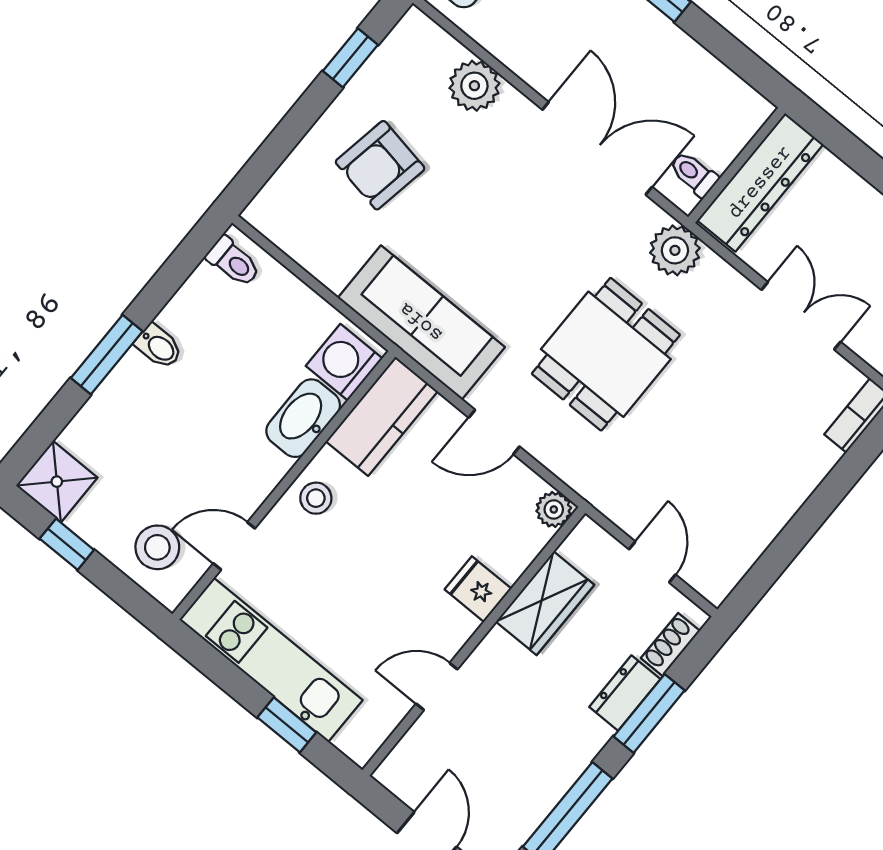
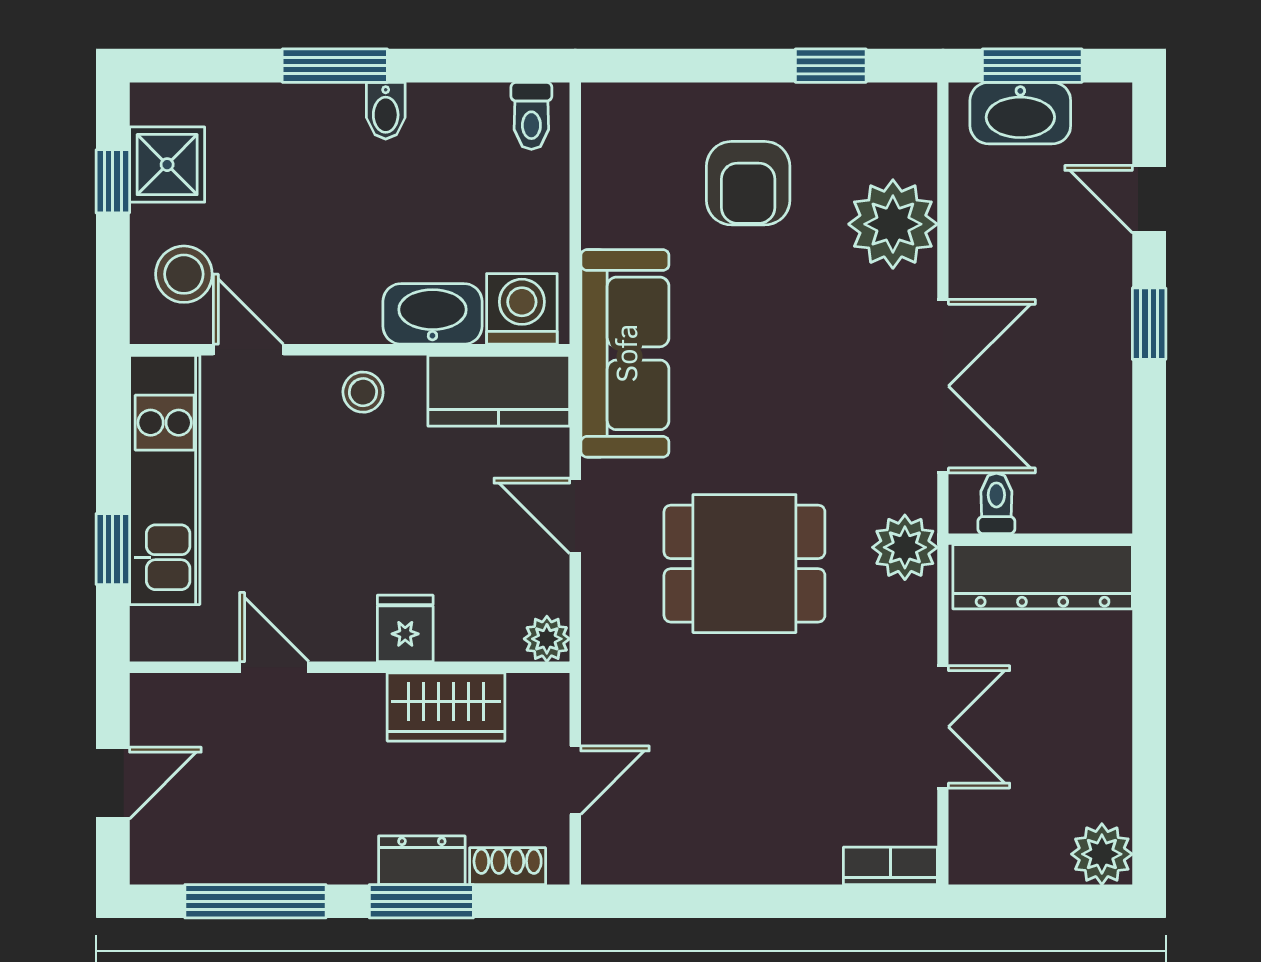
plant: (474, 86) -> (893, 224), width x1.36, depth x1.36
armchair: (380, 165) -> (748, 183), turned -100
shower: (57, 482) -> (167, 165), moved

